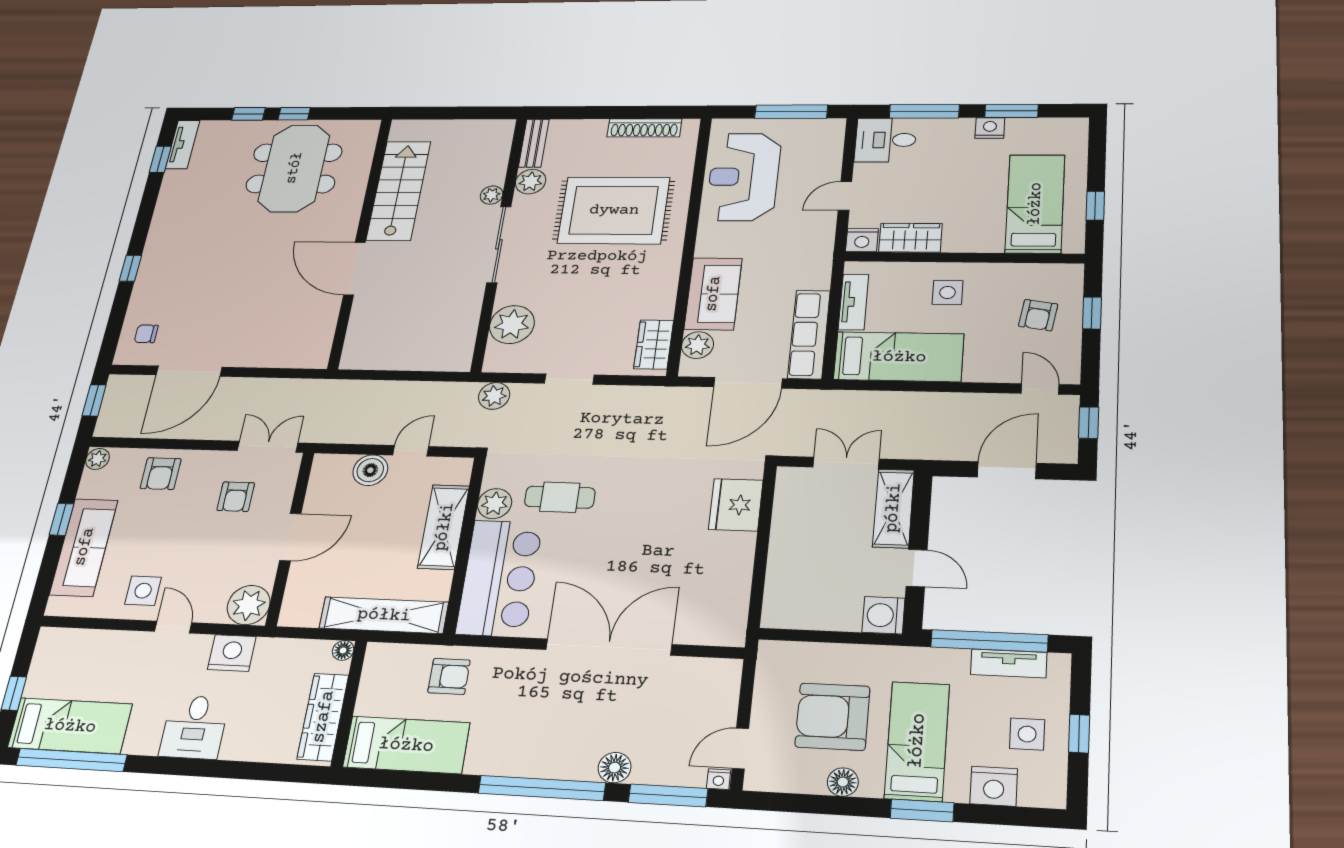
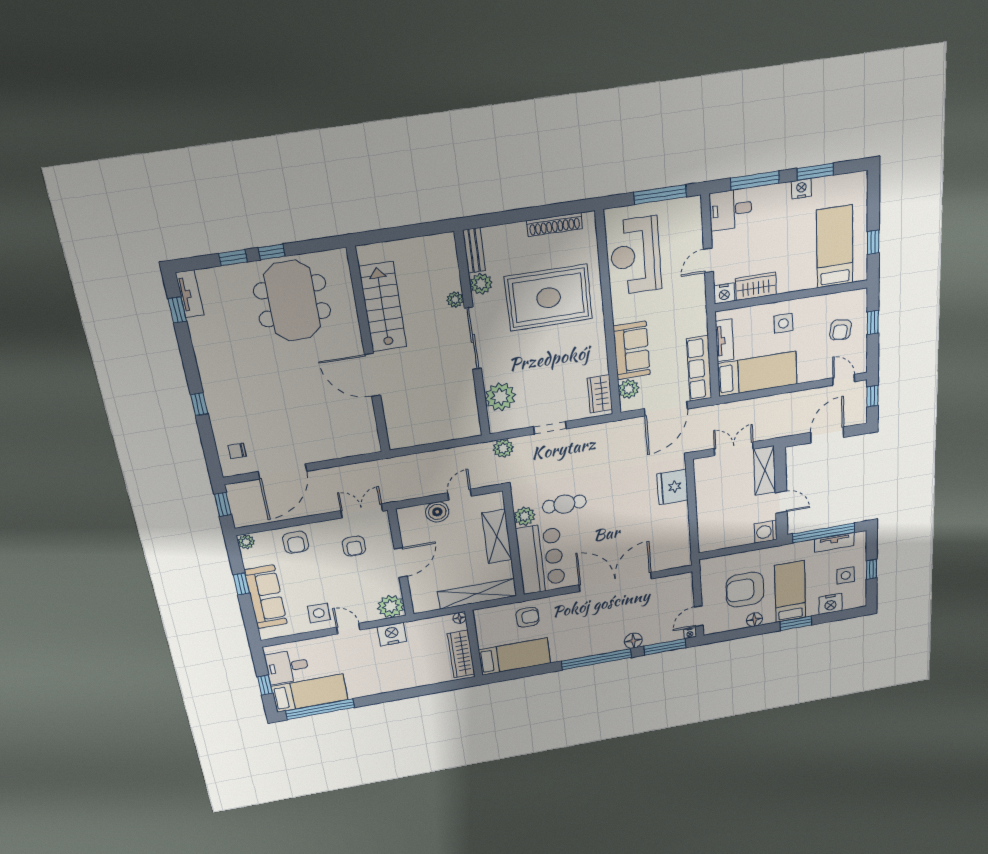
desk: (194, 727) -> (287, 667), moved, turned 90

